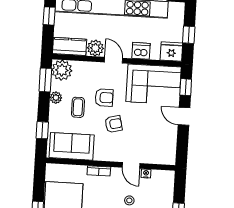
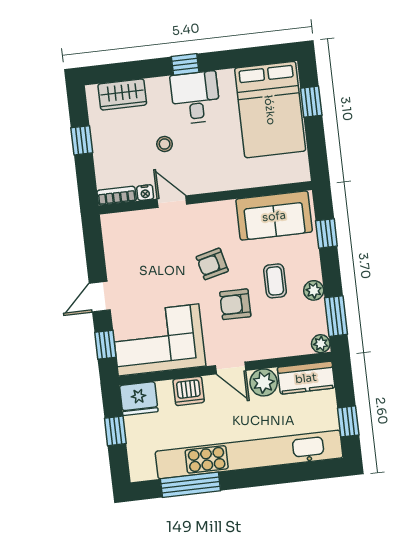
plant: (62, 70) -> (321, 344), width x0.53, depth x0.53
door: (184, 116) -> (100, 297), swing flipped
bookcase: (99, 171) -> (117, 196), moved

